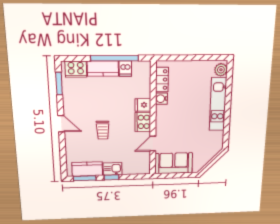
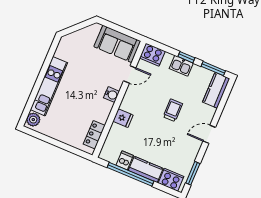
water cooler: (161, 99) -> (112, 95), moved
cooker: (143, 122) -> (152, 55), moved, turned 90
door: (61, 124) -> (209, 134), hinge flipped
kitchen counter: (87, 169) -> (216, 90), moved, turned 90

